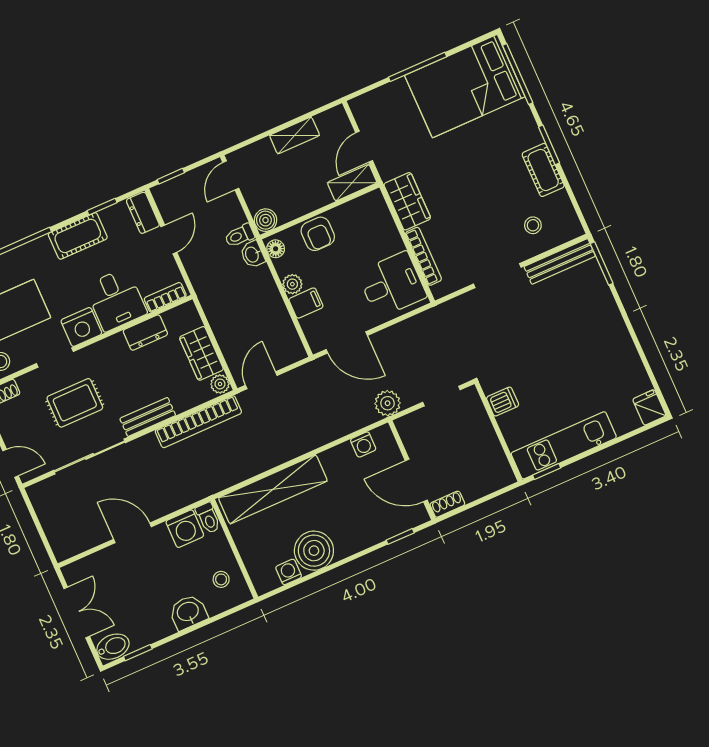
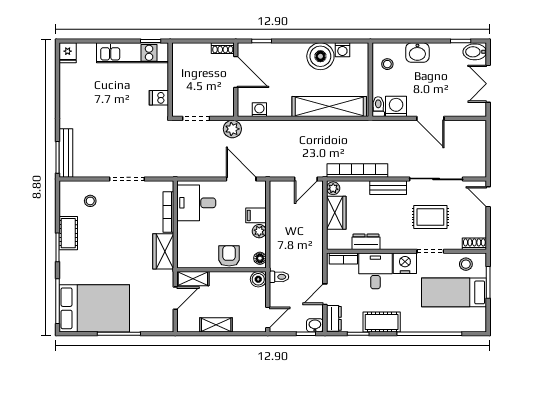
washbasin: (252, 254) -> (315, 325), moved, turned -90
bench: (560, 261) -> (66, 153), moved, turned 90

